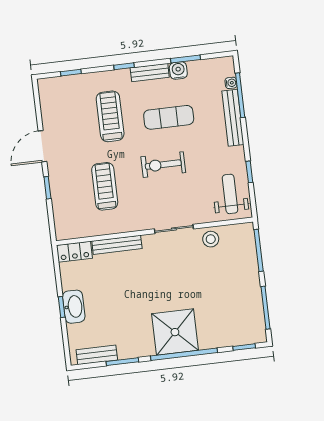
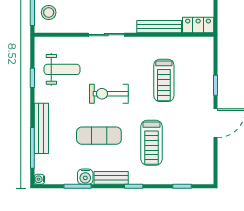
water cooler: (231, 83) -> (39, 179), moved
exercise bike: (163, 165) -> (109, 94), turned 180
weight bench: (230, 194) -> (62, 69), moved, turned -90
stool: (211, 239) -> (49, 12), moved

